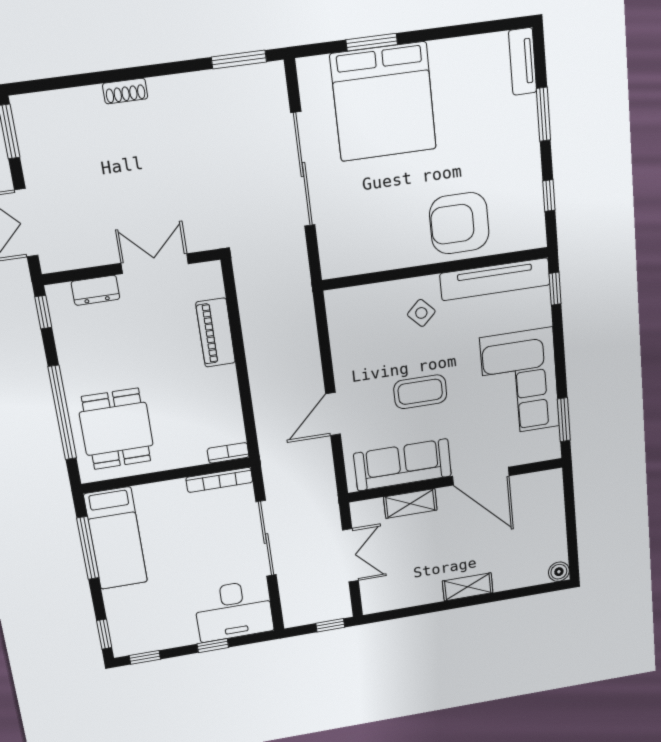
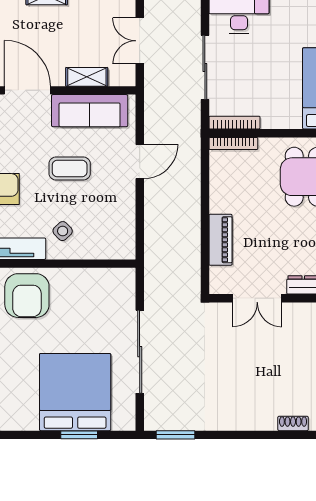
shoe rack: (125, 91) -> (293, 423), moved
armchair: (459, 223) -> (27, 296), turned 90
bookcase: (228, 453) -> (233, 144), width x1.56

